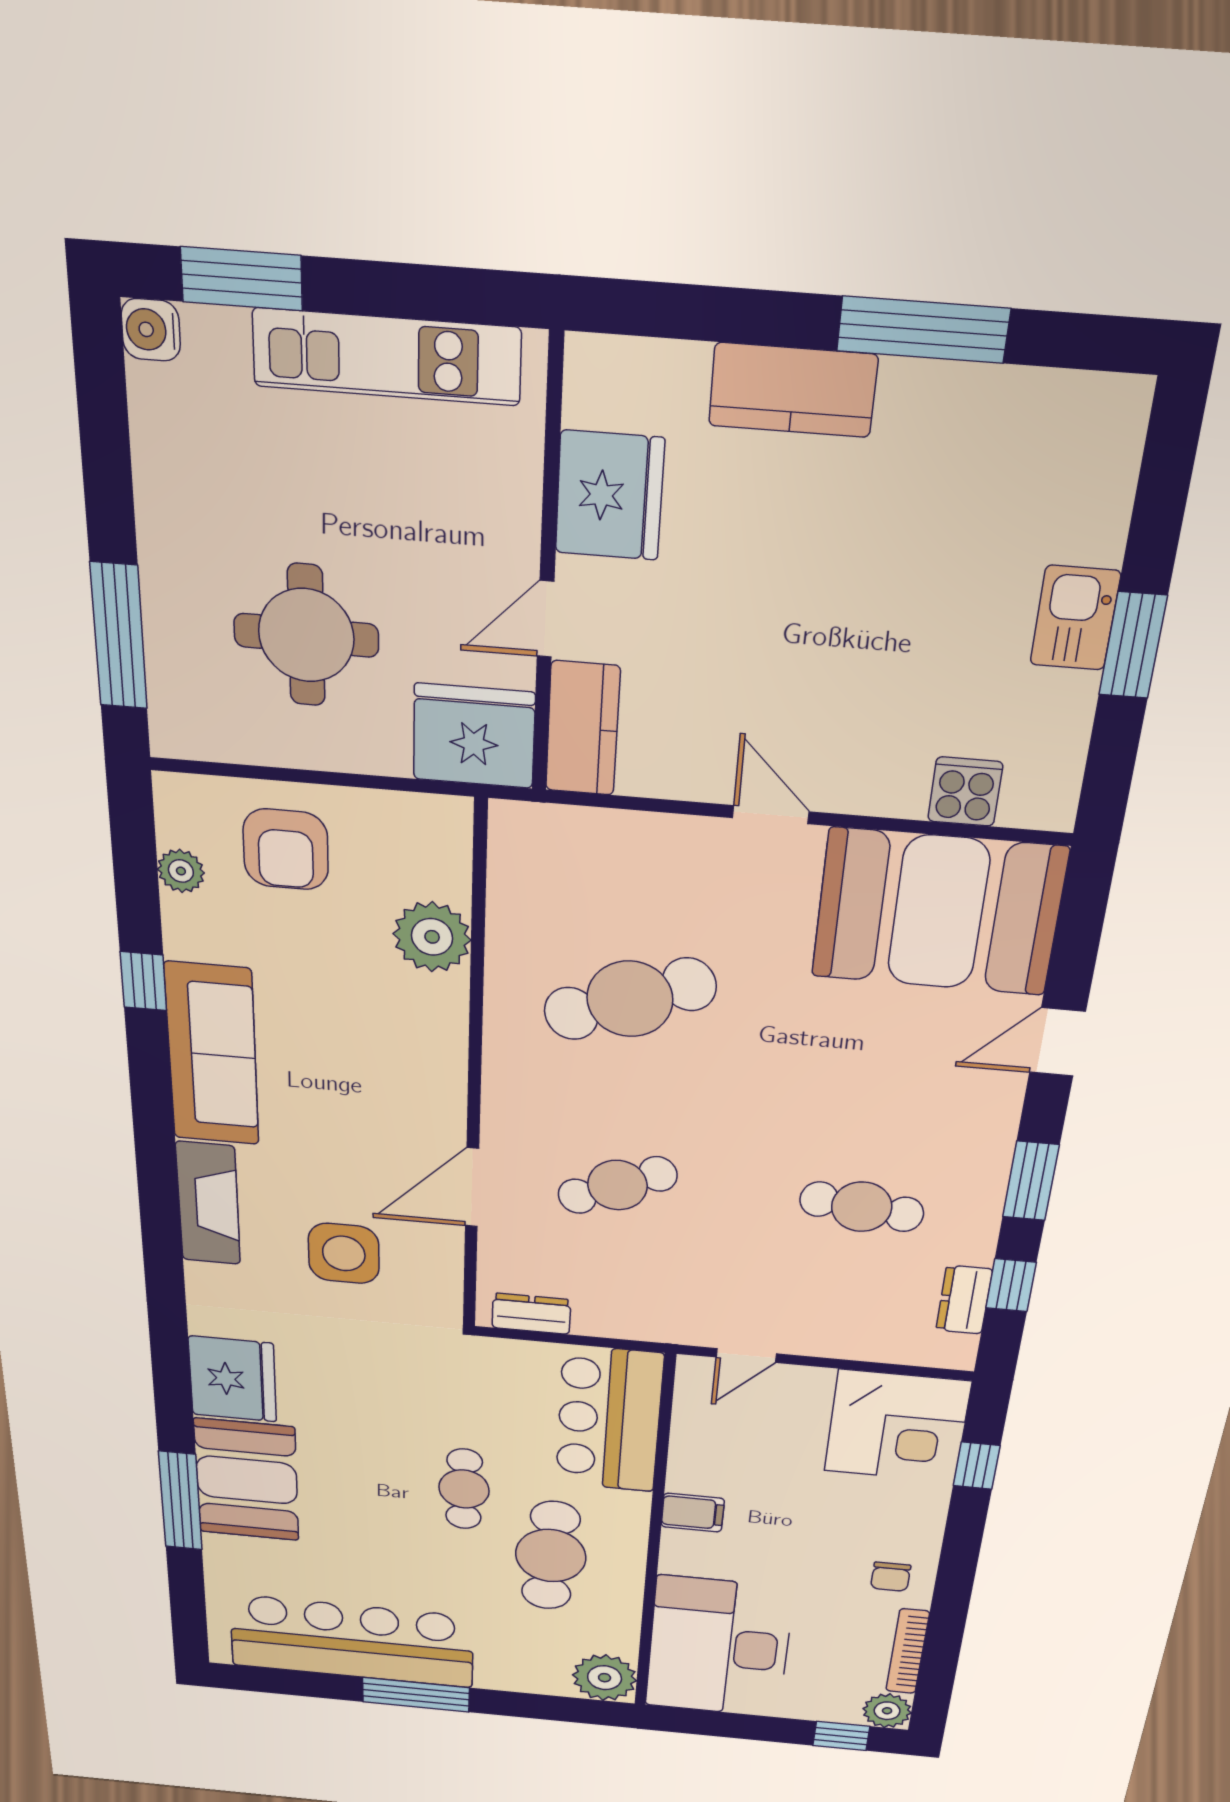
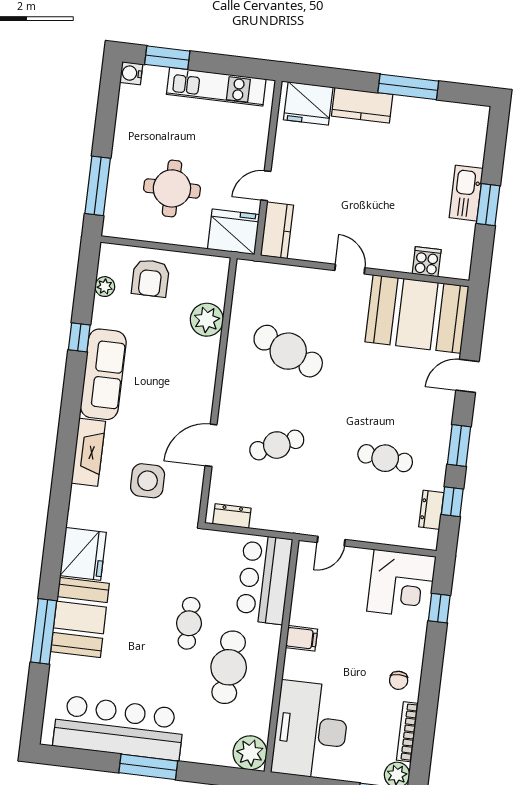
fridge: (610, 496) -> (308, 103), moved, turned 90
kitchen sink: (1075, 618) -> (466, 193), width x1.38
cafe table: (630, 999) -> (288, 351), turned 45

